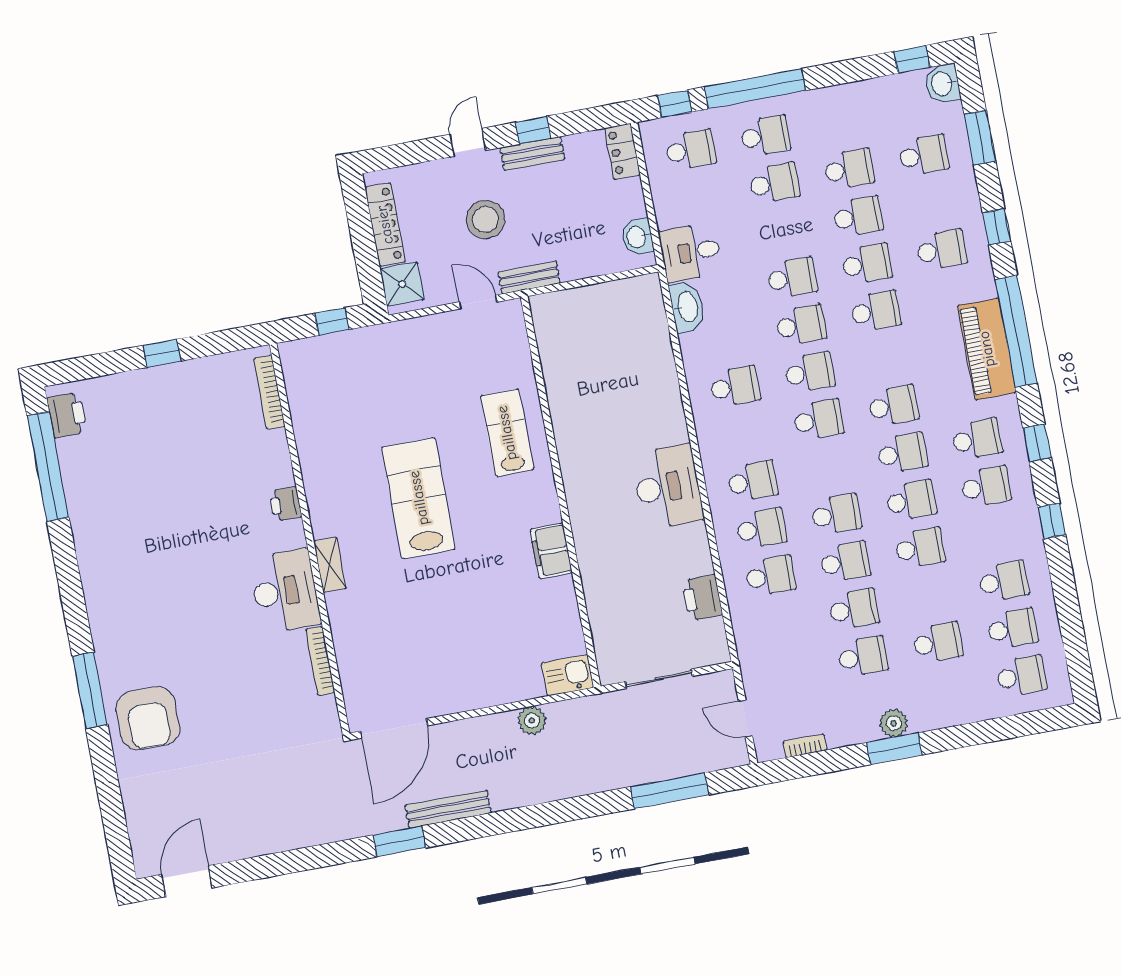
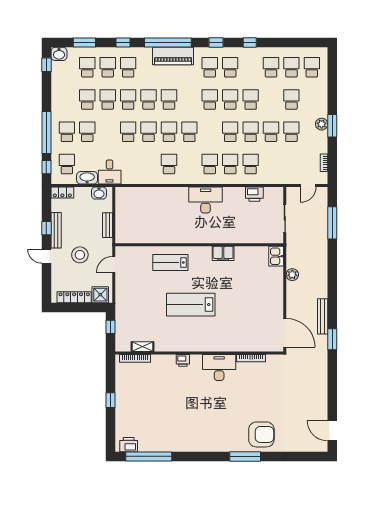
bench: (532, 153) -> (56, 230), width x1.36
school desk: (933, 202) -> (108, 67), added
bench: (529, 278) -> (108, 225), moved
washbasin: (687, 307) -> (87, 178), moved
school desk: (893, 406) -> (169, 100), moved
shelving: (330, 565) -> (143, 347), moved

